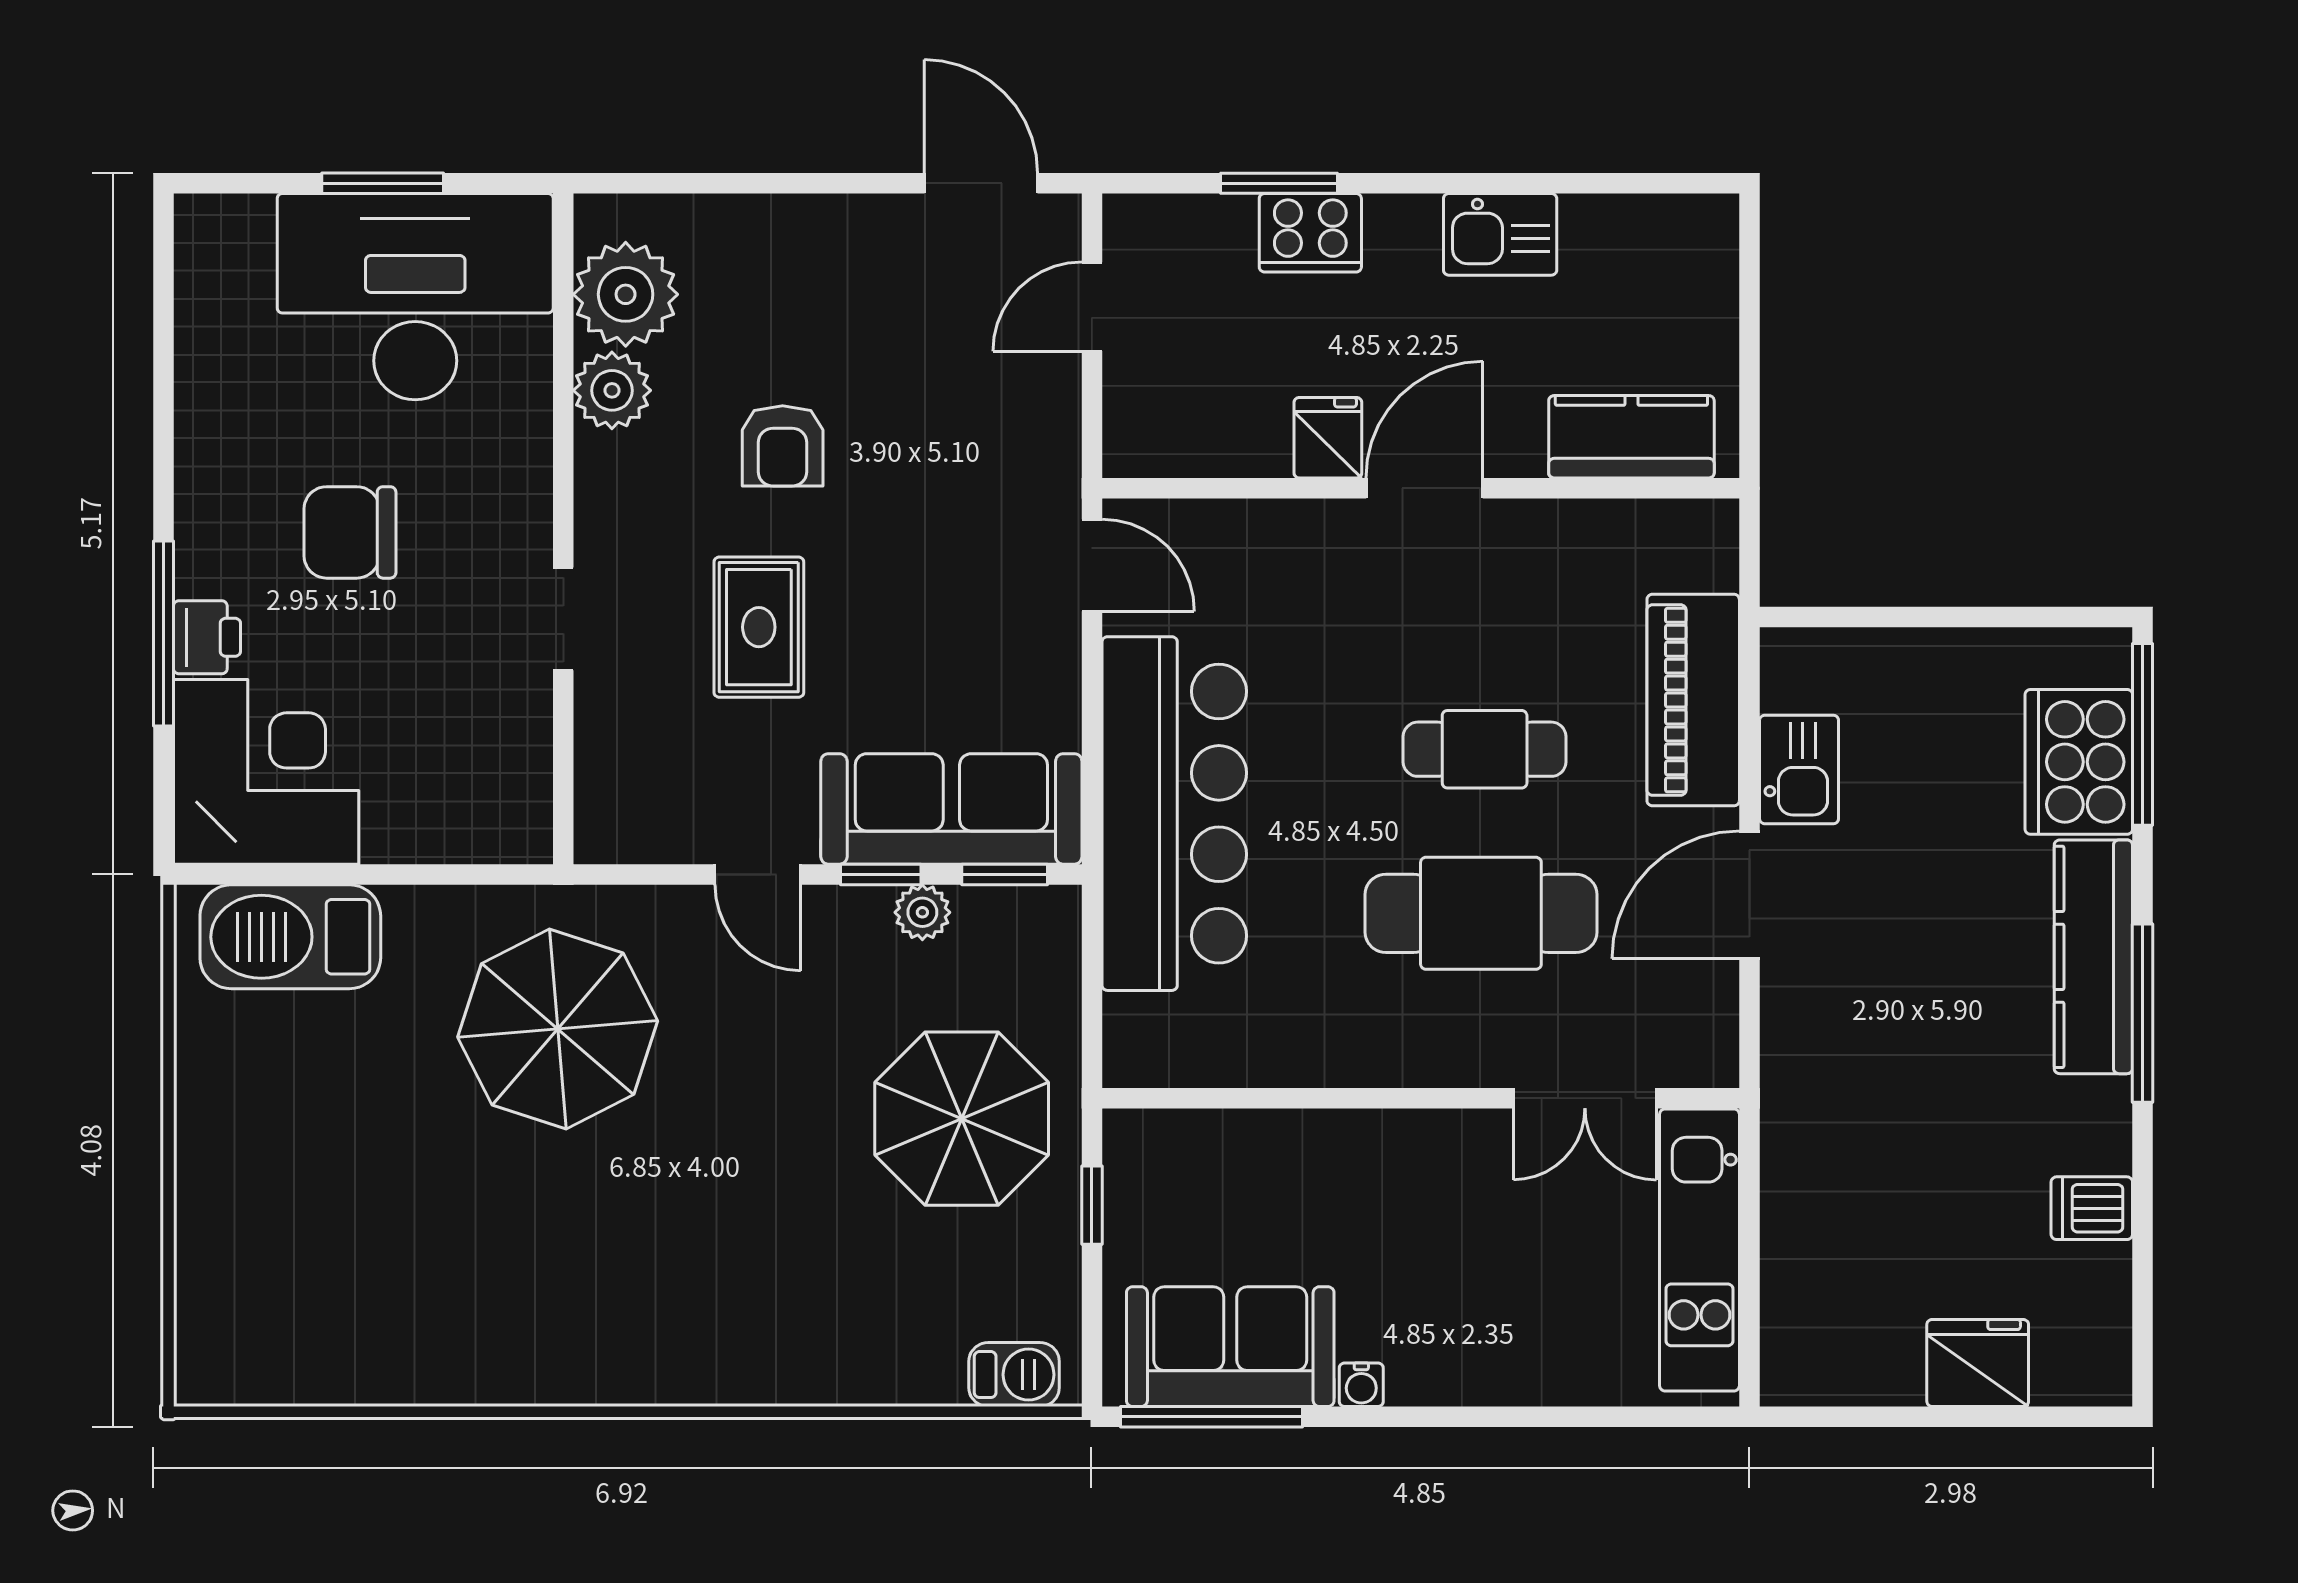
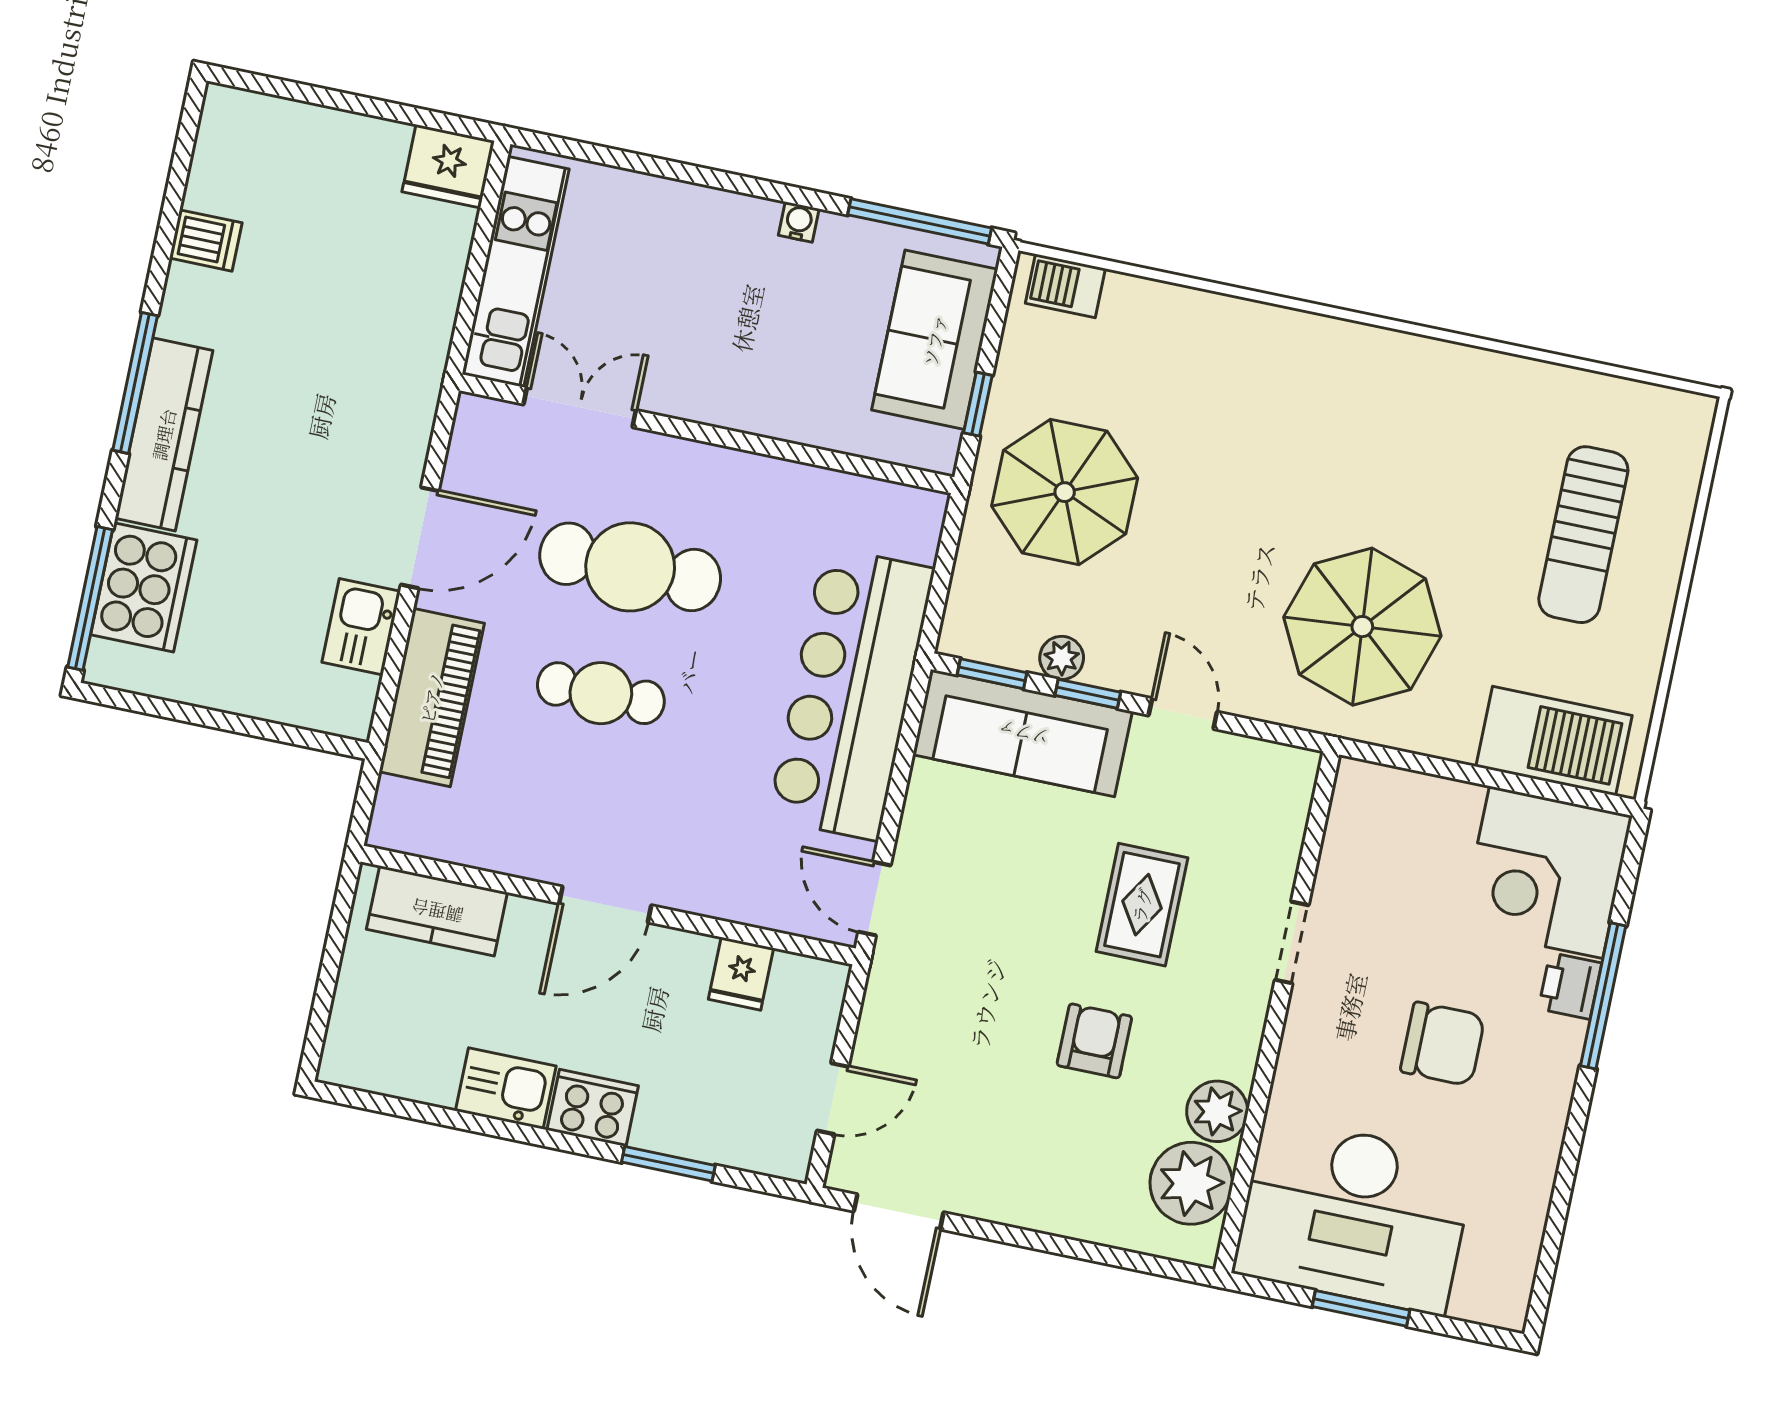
cooker: (1310, 233) -> (593, 1108), moved
fridge: (1328, 438) -> (741, 974), moved
sun lounger: (307, 1200) -> (1583, 535), added
sofa: (1230, 1347) -> (935, 340), moved, turned 90
fridge: (1978, 1363) -> (448, 166), moved

